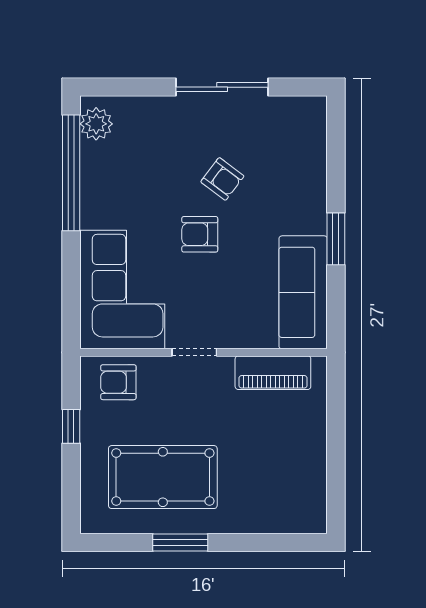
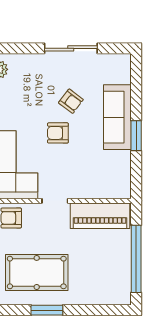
sofa: (303, 292) -> (117, 117), moved
piano: (273, 373) -> (100, 216), width x1.37, depth x1.33
window: (336, 453) -> (136, 259), added

